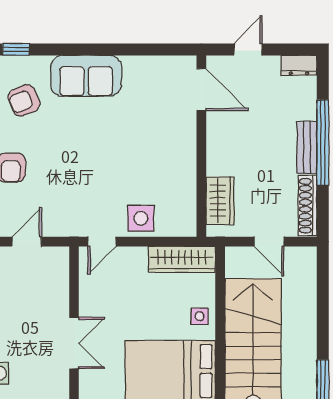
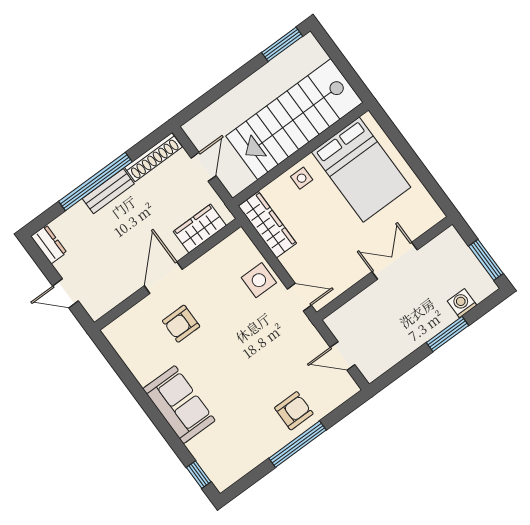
door: (201, 90) -> (163, 278), moved
armchair: (24, 100) -> (181, 324), moved, turned 113

